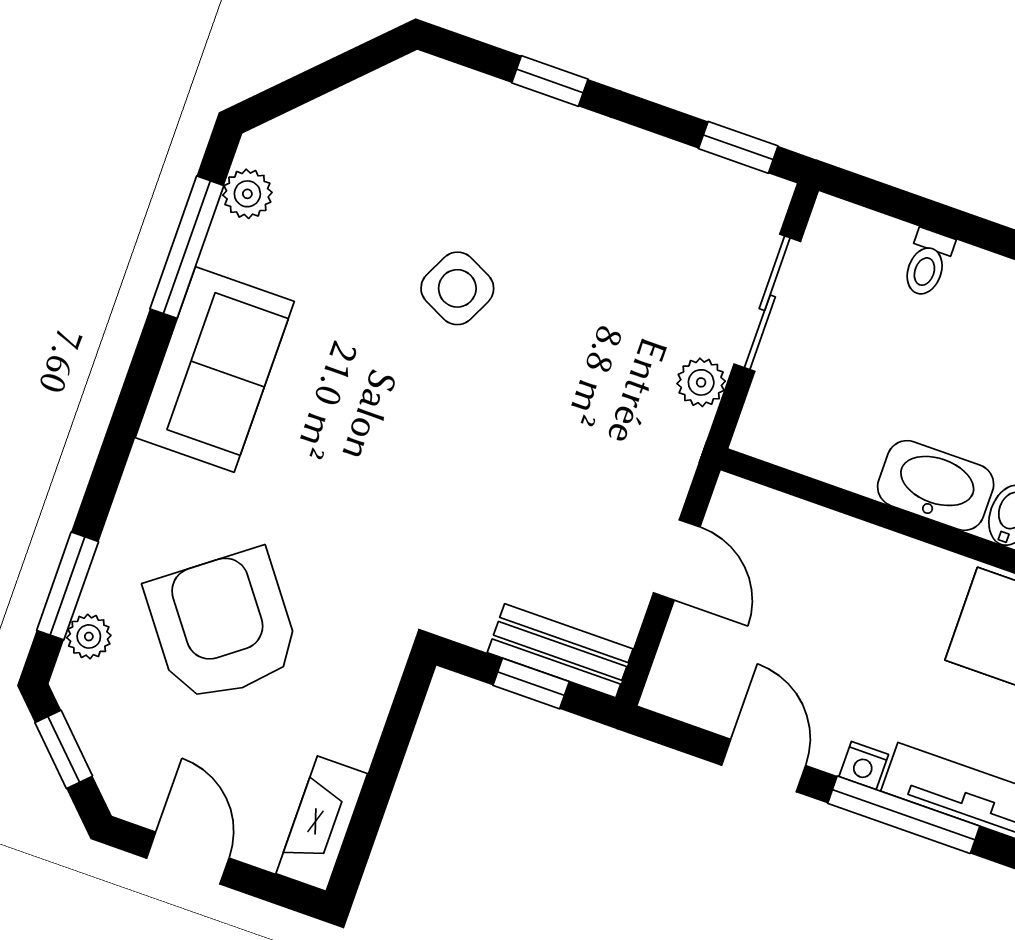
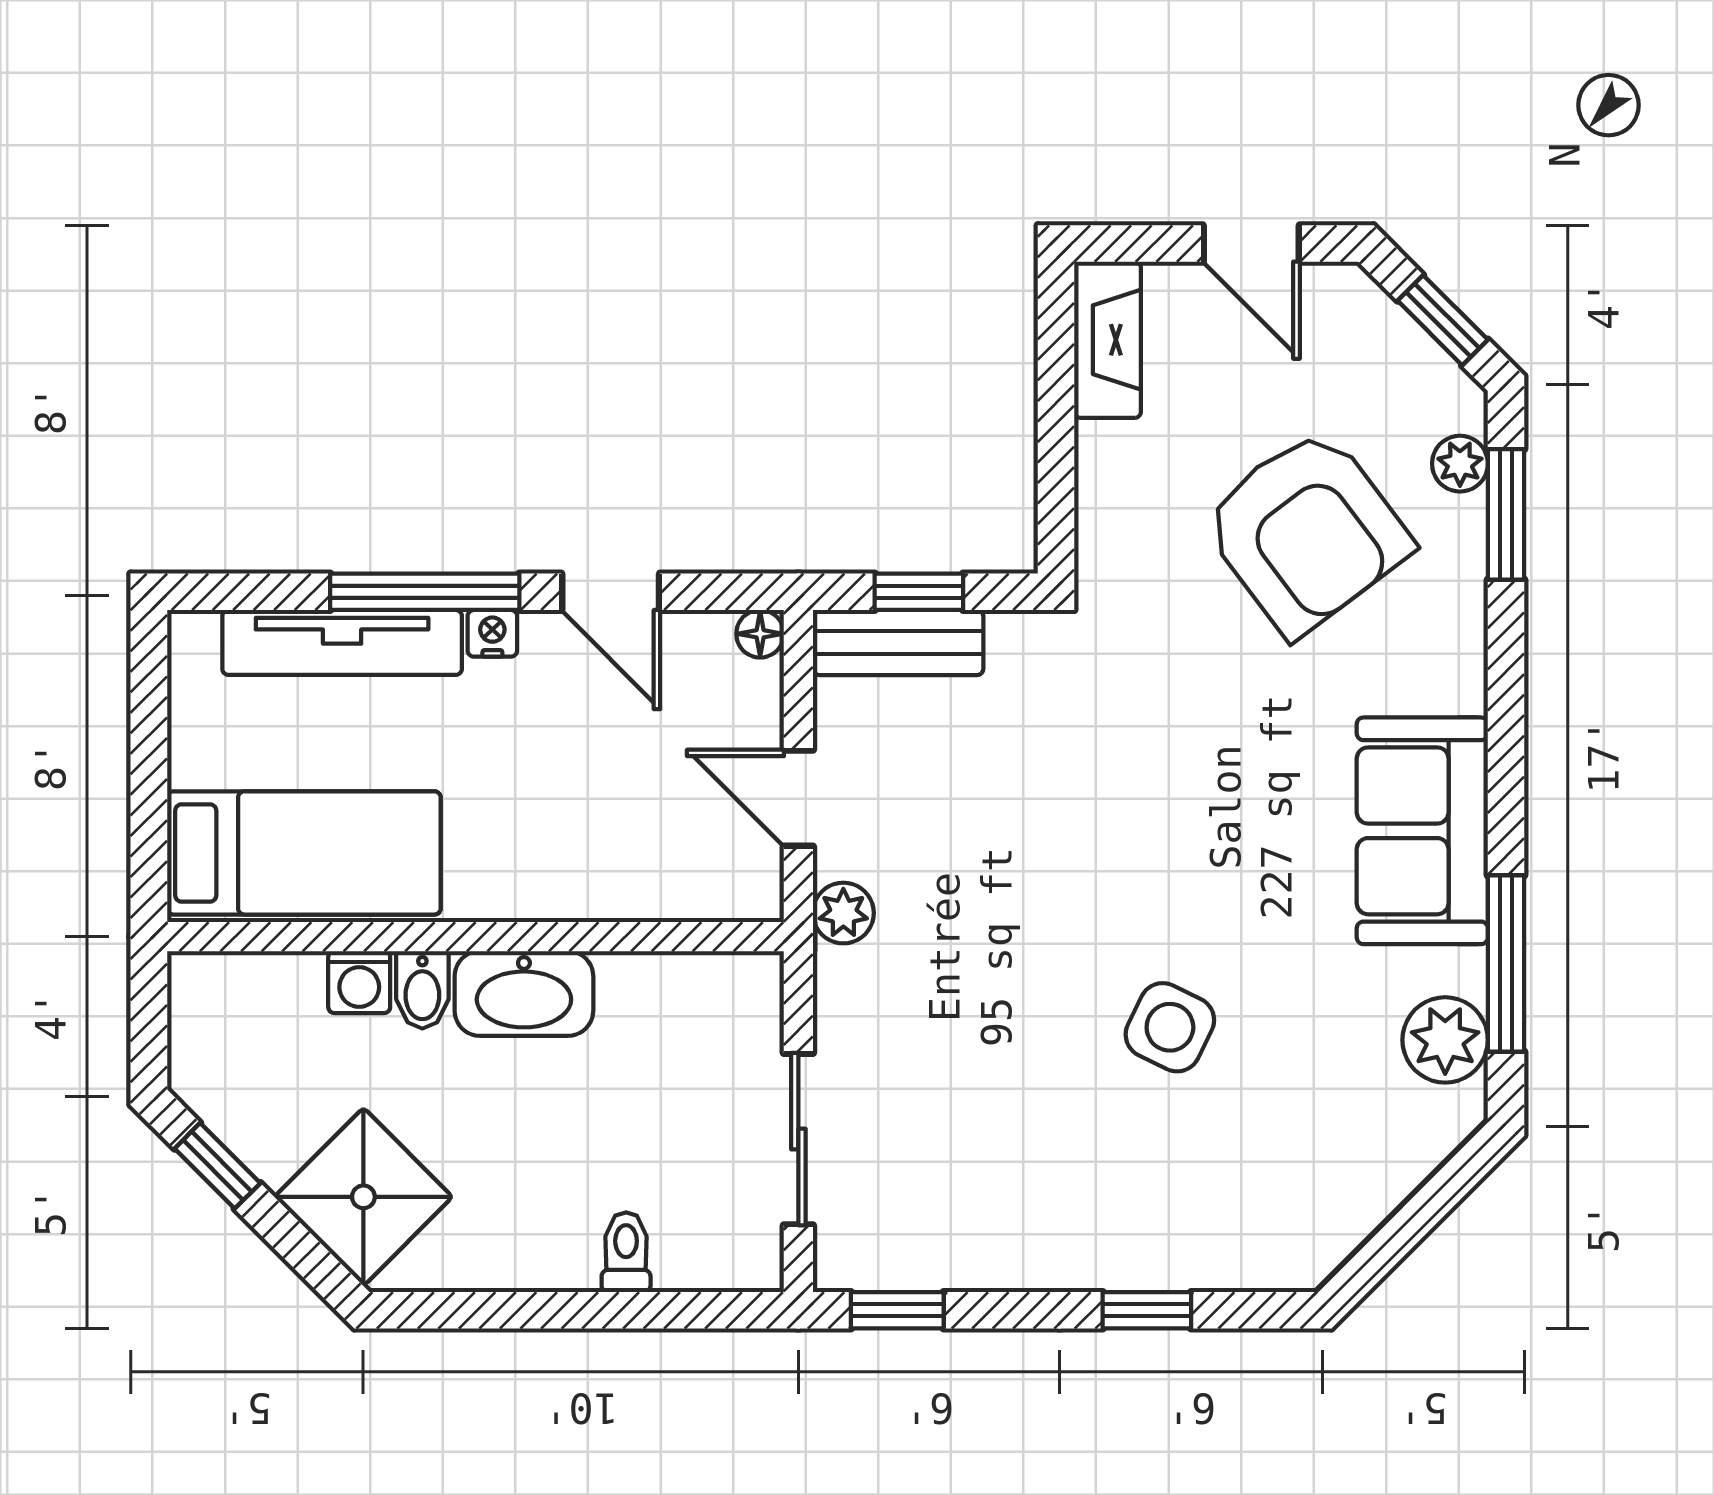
plant: (247, 194) -> (1445, 1040), width x1.38, depth x1.38
plant: (701, 382) -> (843, 913), moved
floor lamp: (662, 694) -> (760, 634), added

